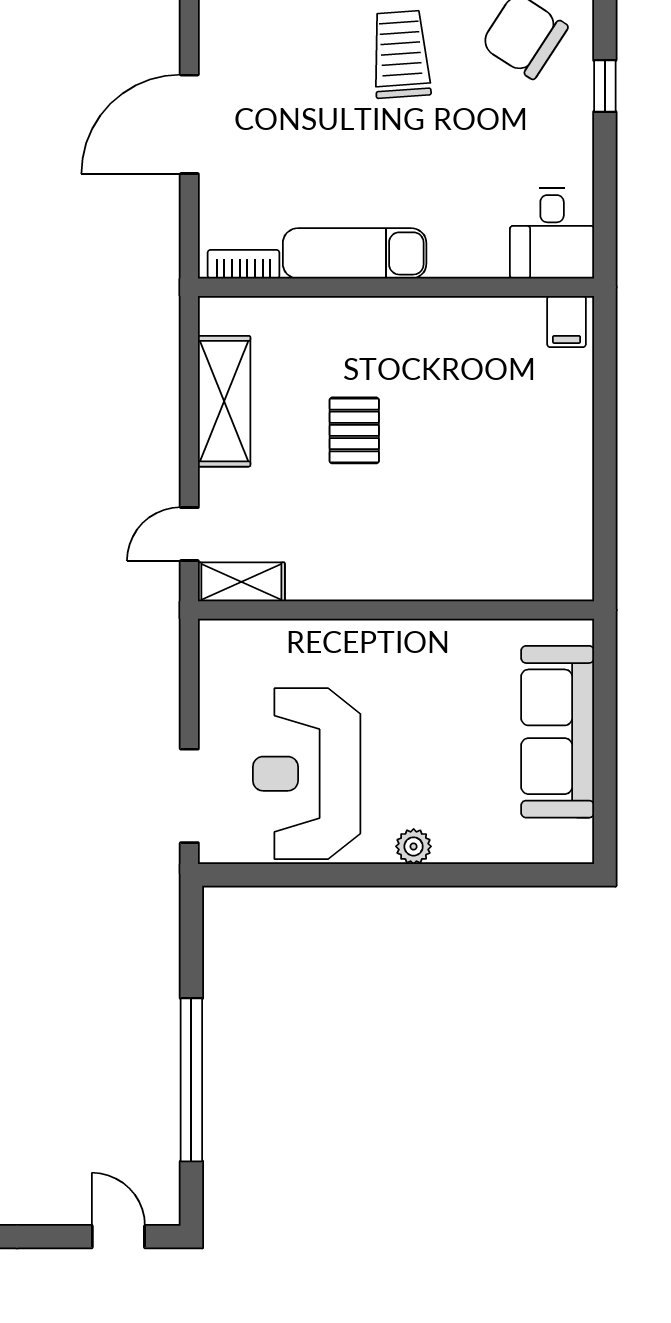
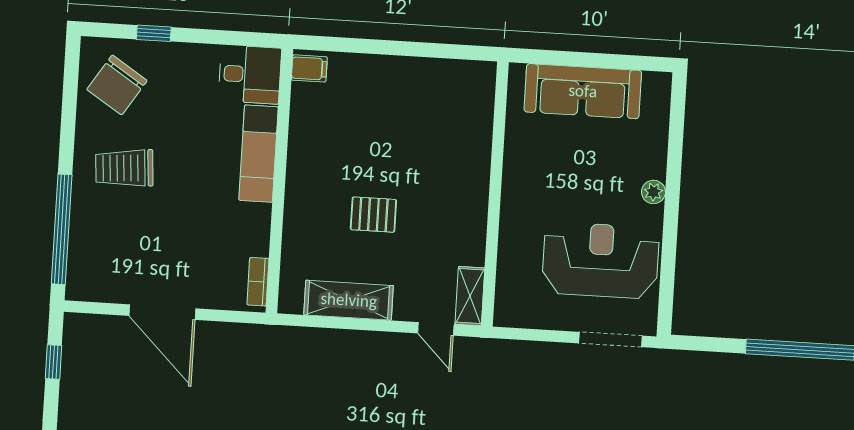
exam couch: (355, 253) -> (259, 154), moved
reception desk: (307, 774) -> (601, 260), turned 180

